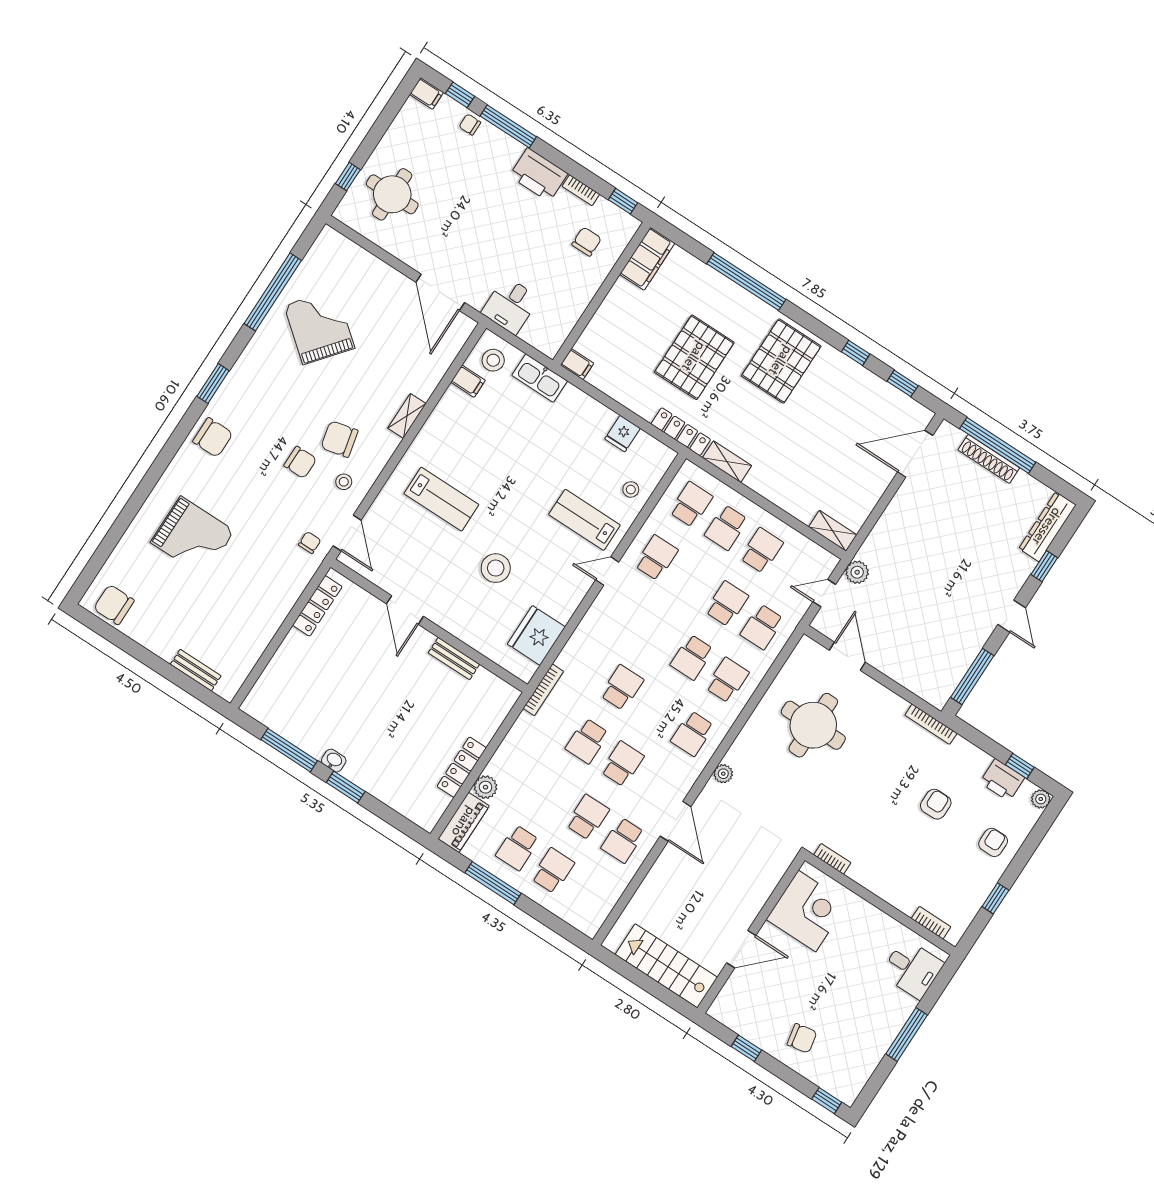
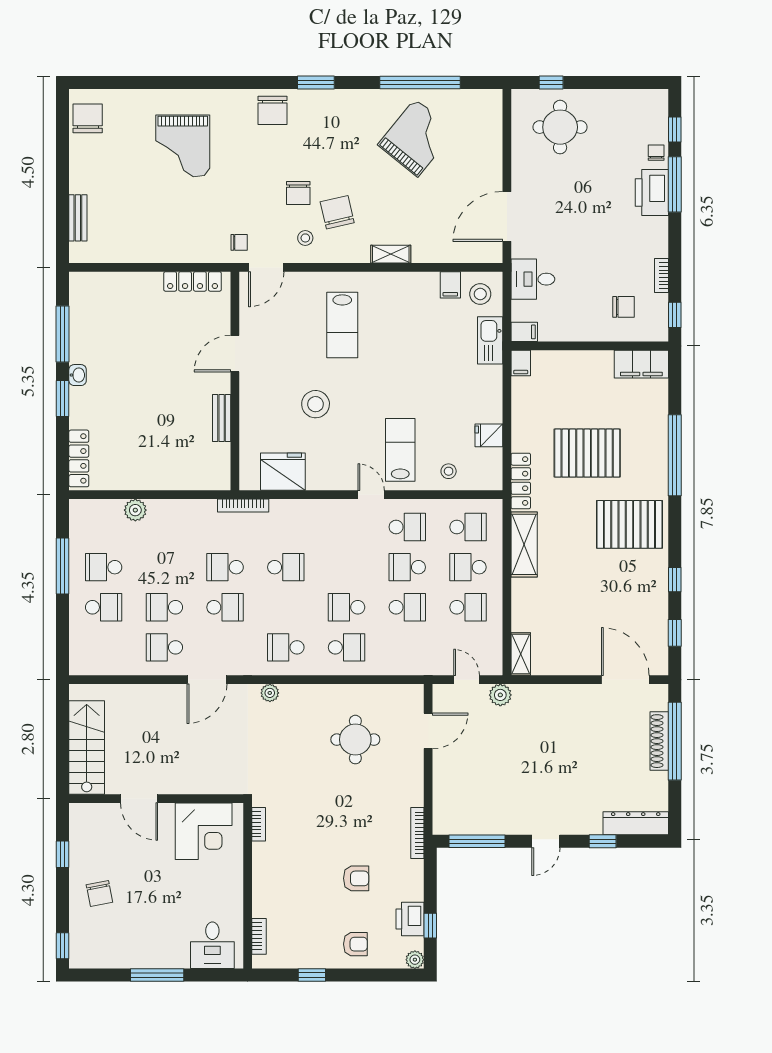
filing cabinet: (427, 93) -> (524, 332), moved, turned -90
printer: (539, 175) -> (652, 192), moved
shelving: (727, 462) -> (524, 544), width x1.50, depth x1.33
school desk: (762, 627) -> (407, 567), moved
round table: (813, 725) -> (355, 740), width x0.73, depth x0.73
locker: (462, 767) -> (79, 458), moved, turned 90
school desk: (588, 817) -> (164, 607), turned 180
piano: (464, 822) -> (96, 511), removed

